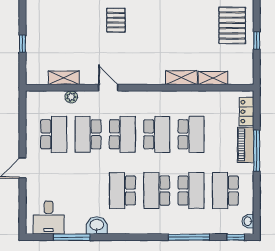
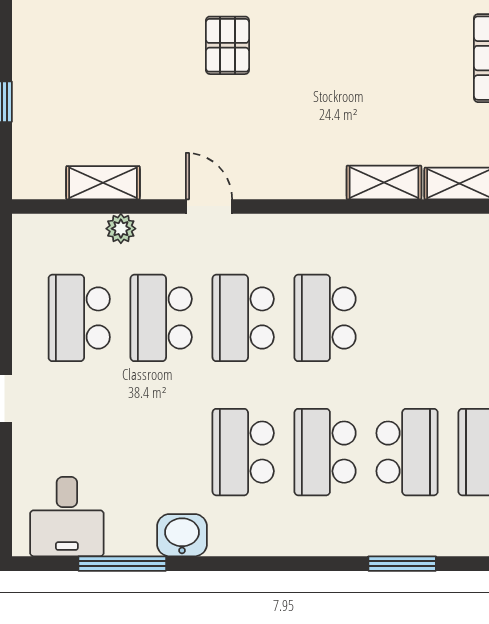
school desk: (54, 134) -> (79, 318), turned 180
school desk: (122, 134) -> (243, 318), turned 180
school desk: (157, 134) -> (325, 318), turned 180
school desk: (191, 134) -> (407, 318), removed
window: (189, 237) -> (402, 564), width x0.69

